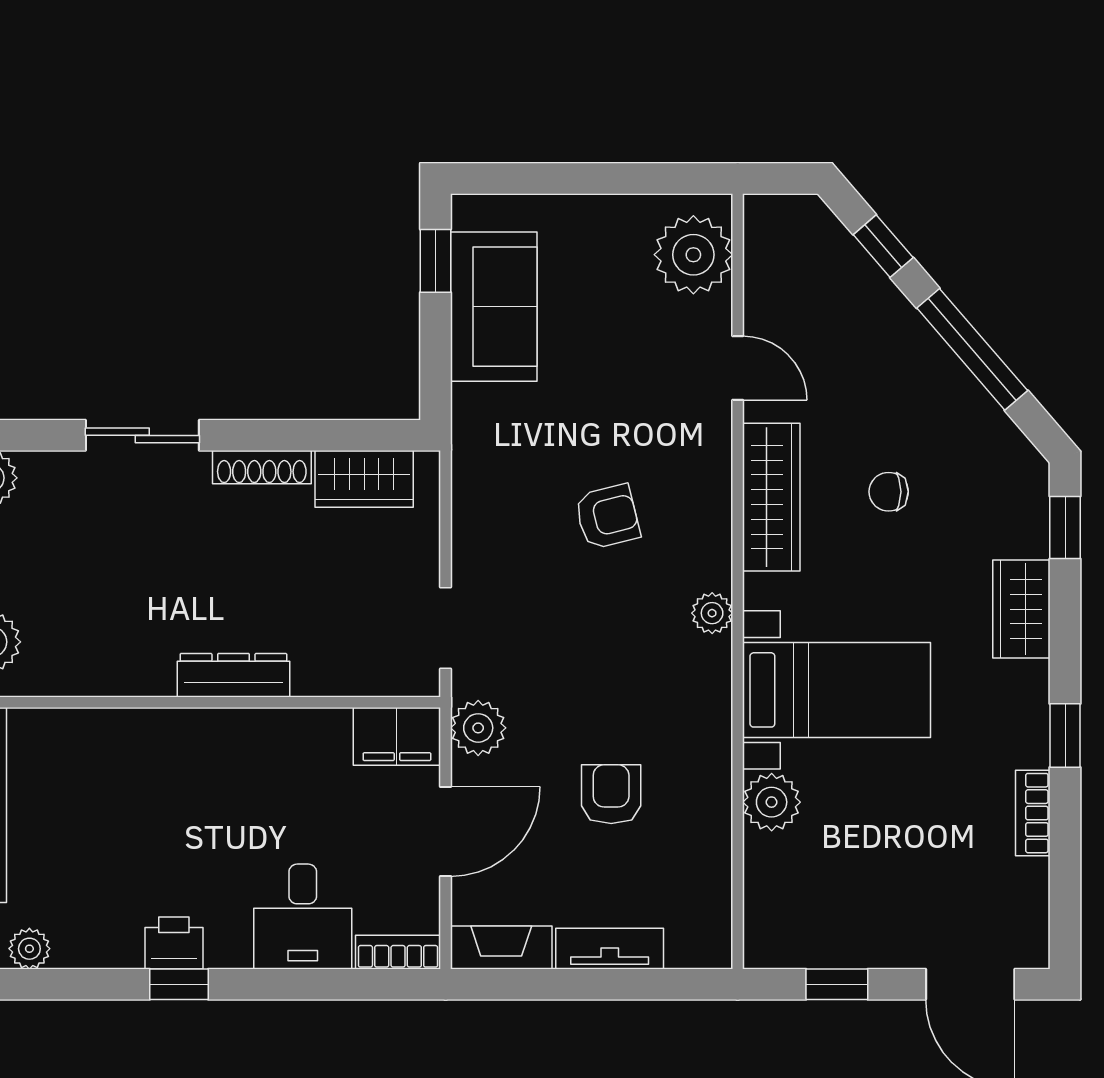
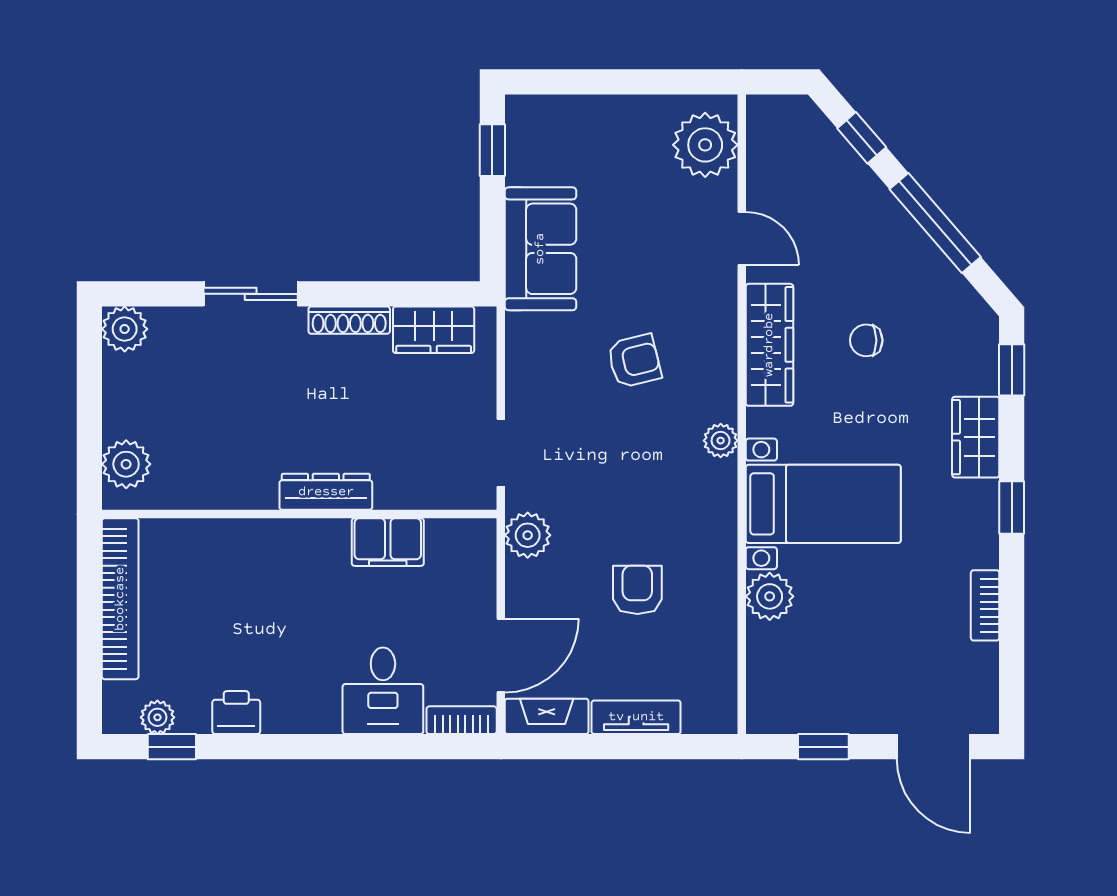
sofa: (494, 307) -> (540, 249), moved
window: (1065, 735) -> (1012, 508), moved
filing cabinet: (397, 736) -> (388, 542), moved
door: (446, 832) -> (501, 656), moved
printer: (174, 943) -> (236, 713), moved
window: (179, 984) -> (172, 747), moved

